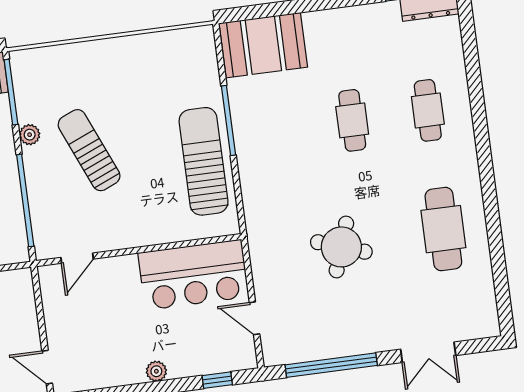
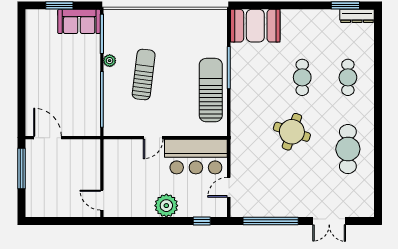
sun lounger: (89, 150) -> (144, 74), turned 30
round table: (341, 247) -> (292, 132), moved
door: (77, 258) -> (153, 138), moved
door: (255, 318) -> (229, 187), hinge flipped
plant: (156, 371) -> (166, 206), width x1.87, depth x1.87

